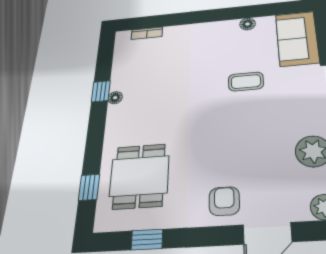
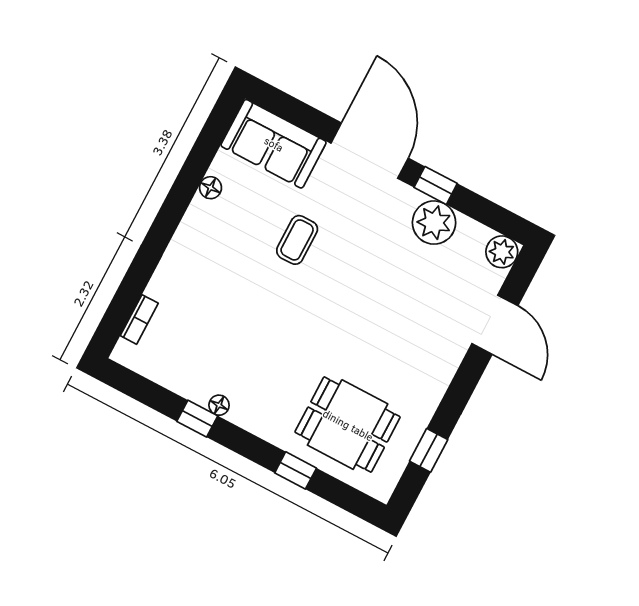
window: (89, 187) -> (296, 470), moved
armchair: (224, 201) -> (434, 348), removed

